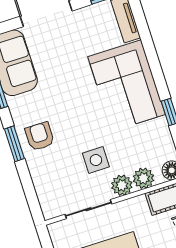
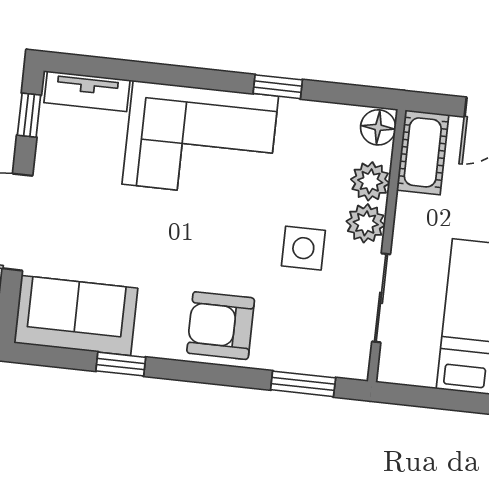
armchair: (40, 136) -> (221, 326), width x1.38, depth x1.38
window: (14, 144) -> (303, 384), moved

